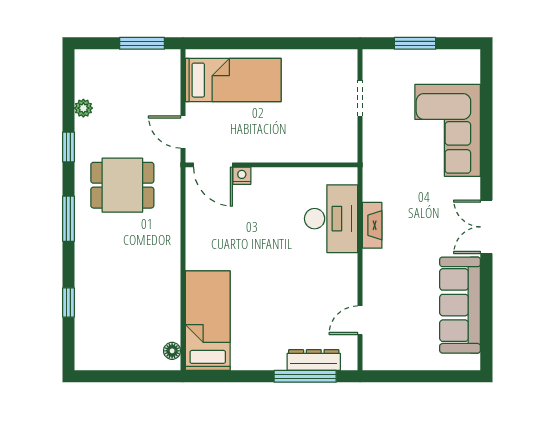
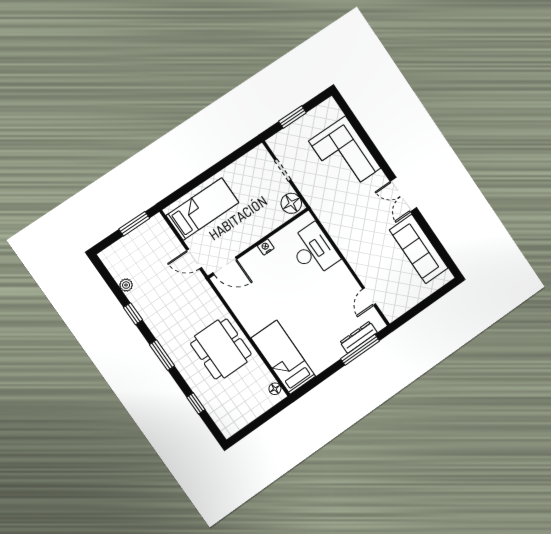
floor lamp: (343, 145) -> (291, 203), added
nightstand: (242, 176) -> (266, 247), moved
dining table: (122, 185) -> (221, 349), moved, width x1.38
fireplace: (372, 225) -> (339, 238), removed

